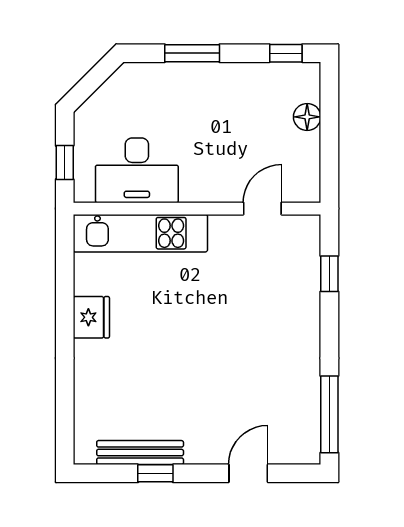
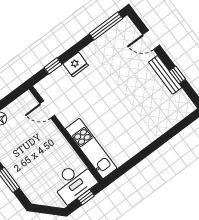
desk: (137, 170) -> (74, 182), moved, turned 90
fridge: (91, 317) -> (76, 65), moved, turned 180
bench: (140, 453) -> (165, 75), moved

